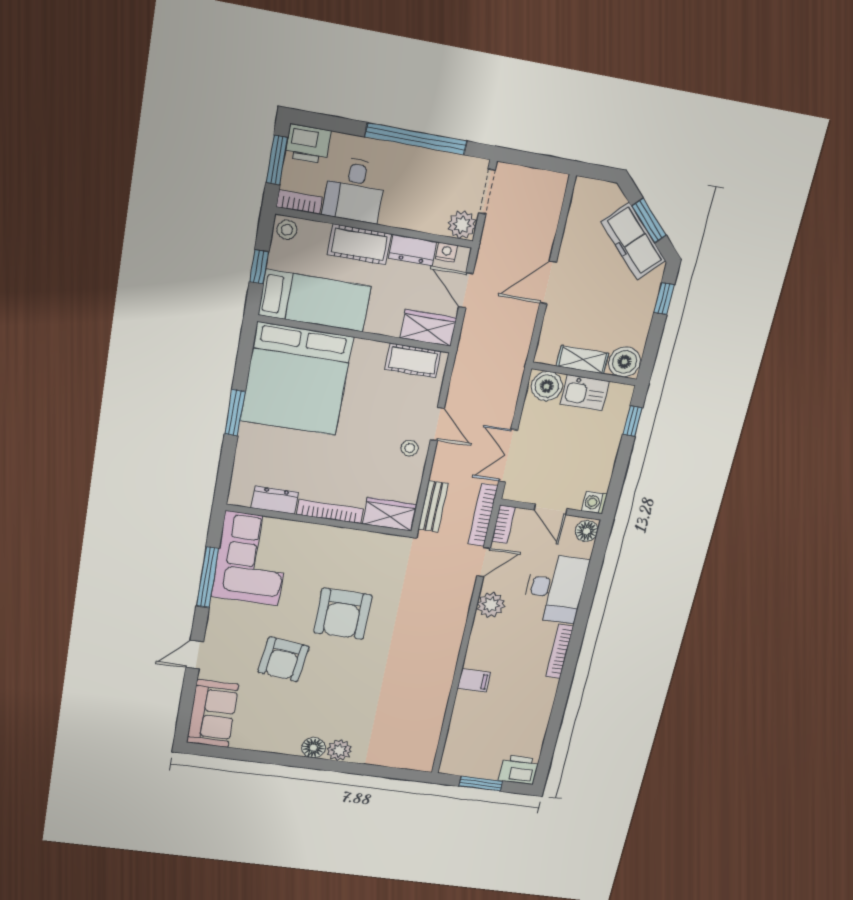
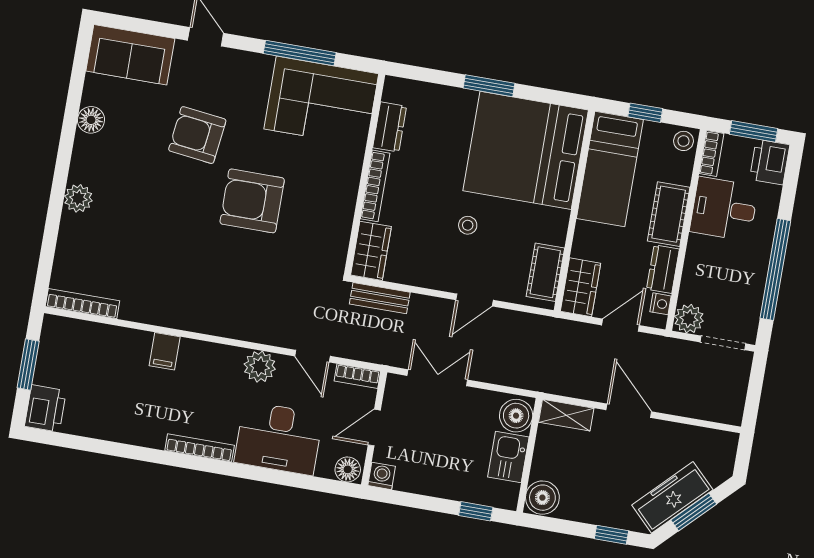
shelving: (583, 360) -> (566, 415), moved, turned 90
stool: (410, 448) -> (468, 225), moved
bookcase: (483, 515) -> (82, 304), moved
floor lamp: (313, 748) -> (91, 120), moved

